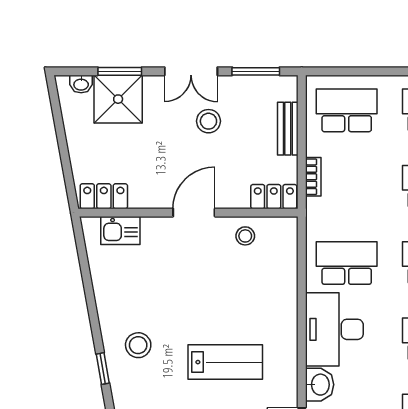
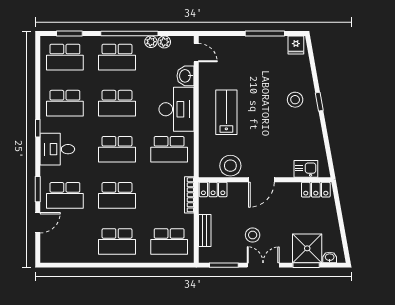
bookcase: (313, 177) -> (189, 195), width x1.56
stool: (245, 236) -> (230, 166), width x1.89, depth x1.89
lab bench: (225, 362) -> (226, 112), moved, turned 90
window: (103, 369) -> (319, 102), moved

